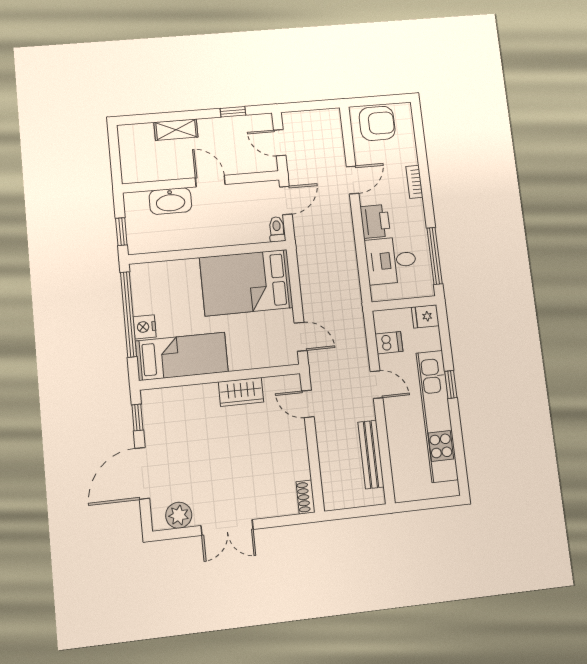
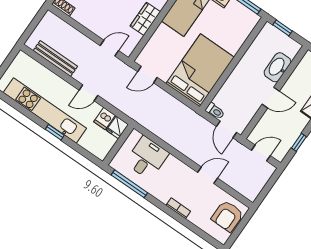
door: (353, 180) -> (208, 175), swing flipped
printer: (375, 221) -> (175, 168), removed
fridge: (425, 316) -> (117, 127), moved, turned 180

